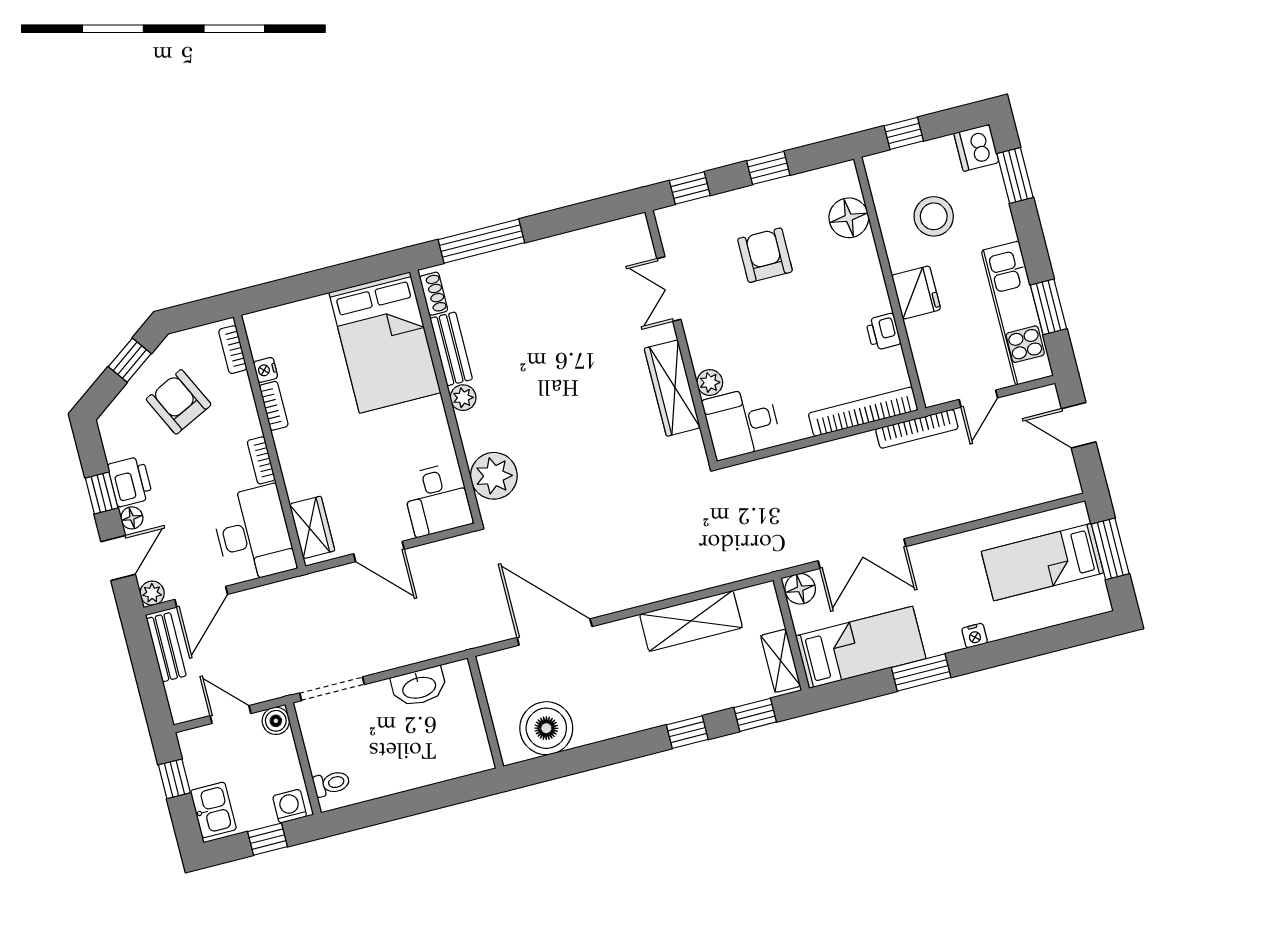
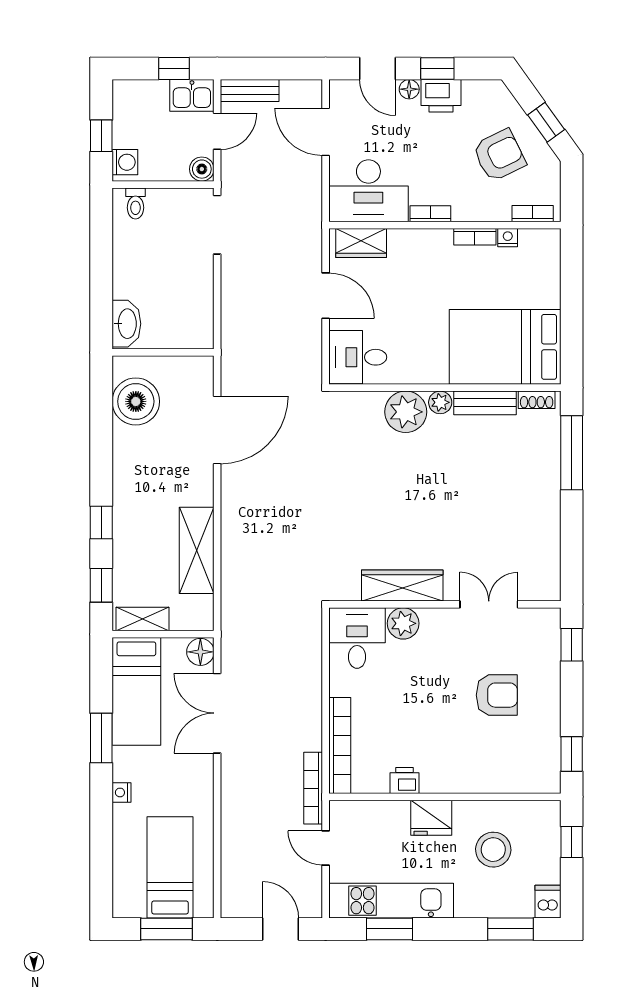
dishwasher: (976, 148) -> (548, 902), width x0.73
window: (768, 168) -> (572, 754), moved
floor lamp: (849, 218) -> (511, 776), removed
plant: (710, 383) -> (403, 623), width x1.38, depth x1.38
door: (1079, 425) -> (281, 929), hinge flipped
plant: (494, 476) -> (406, 412), moved
door: (379, 551) -> (326, 296), swing flipped
plant: (152, 593) -> (340, 90), removed
bench: (166, 647) -> (250, 91), moved
washbasin: (419, 687) -> (126, 324), moved, turned 180
kitchen sink: (213, 810) -> (192, 95), moved

